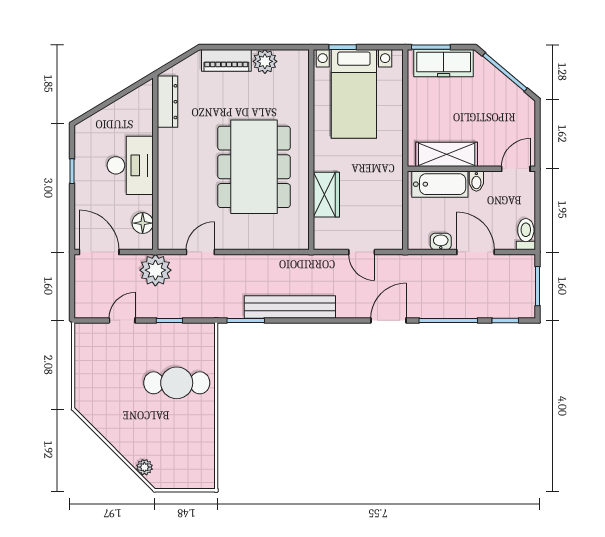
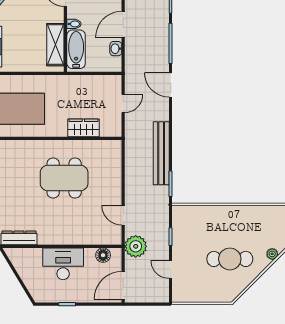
dining table: (254, 167) -> (64, 178), width x0.73, depth x0.80
cafe table: (177, 383) -> (230, 259), moved, turned 90

